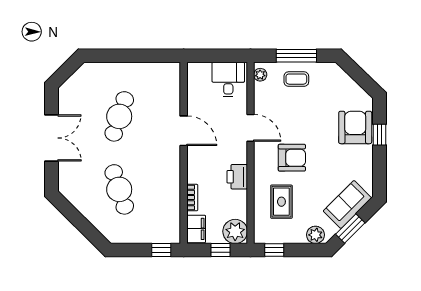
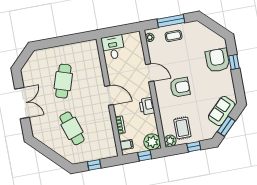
desk: (228, 80) -> (113, 47), moved
door: (184, 131) -> (109, 95), moved
rug: (281, 202) -> (182, 128), moved
filing cabinet: (196, 229) -> (126, 145), width x0.50
plant: (315, 235) -> (170, 141), moved
window: (161, 250) -> (94, 165), moved
window: (274, 250) -> (194, 147), moved

